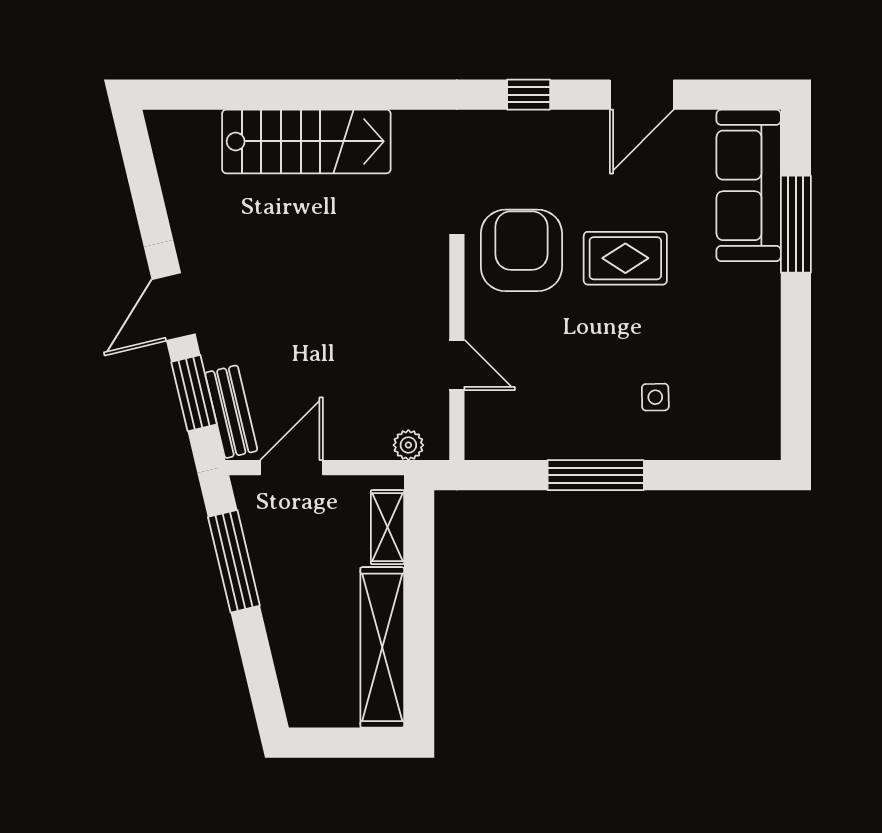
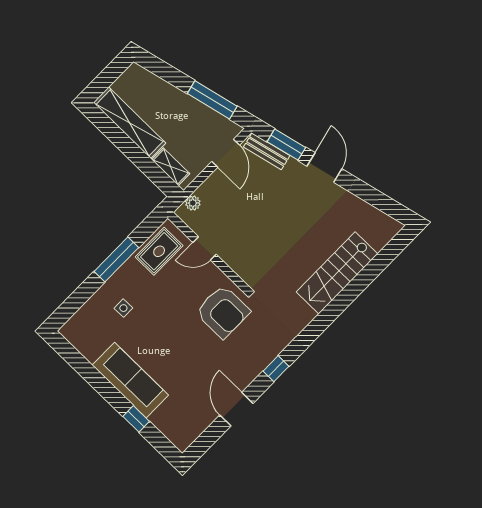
sofa: (749, 185) -> (130, 380), moved
window: (796, 224) -> (136, 419), width x0.46
rug: (625, 258) -> (159, 251), moved

